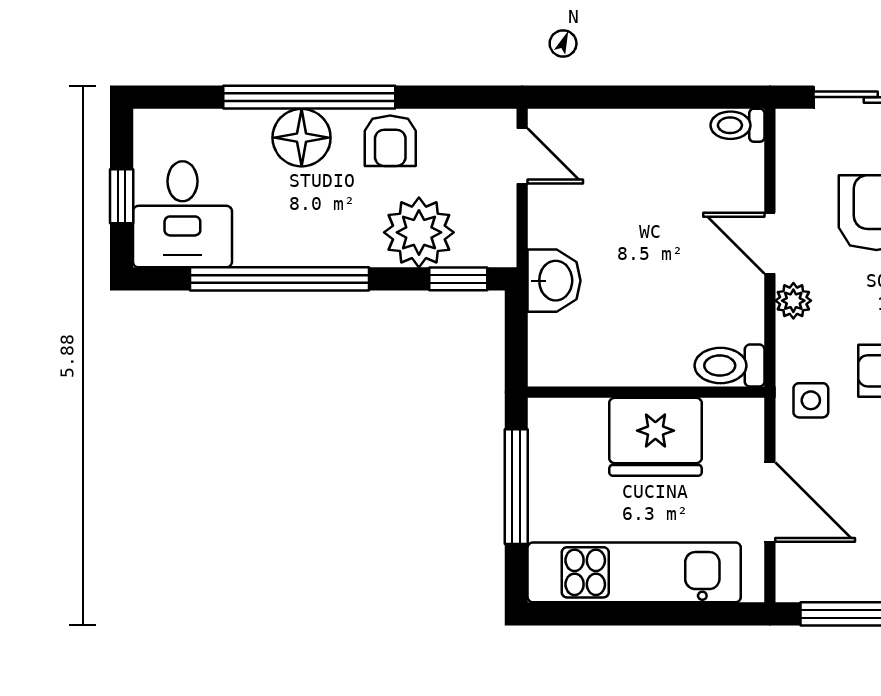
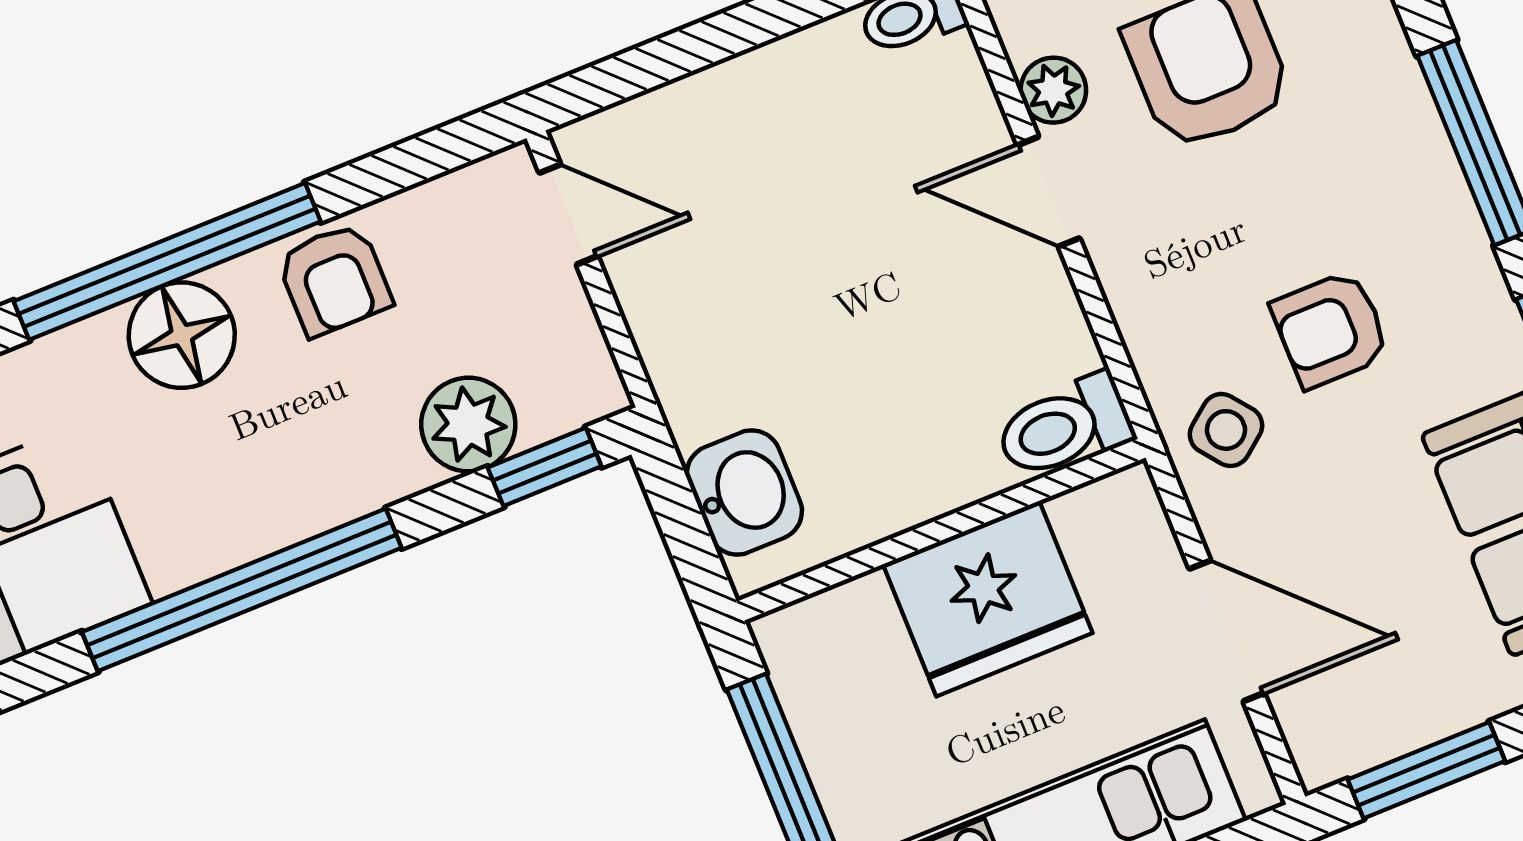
plant: (419, 232) -> (468, 425), width x0.73, depth x0.73
washbasin: (554, 281) -> (744, 493), moved
plant: (793, 301) -> (1053, 90), moved
side table: (811, 400) -> (1226, 430), turned -38

